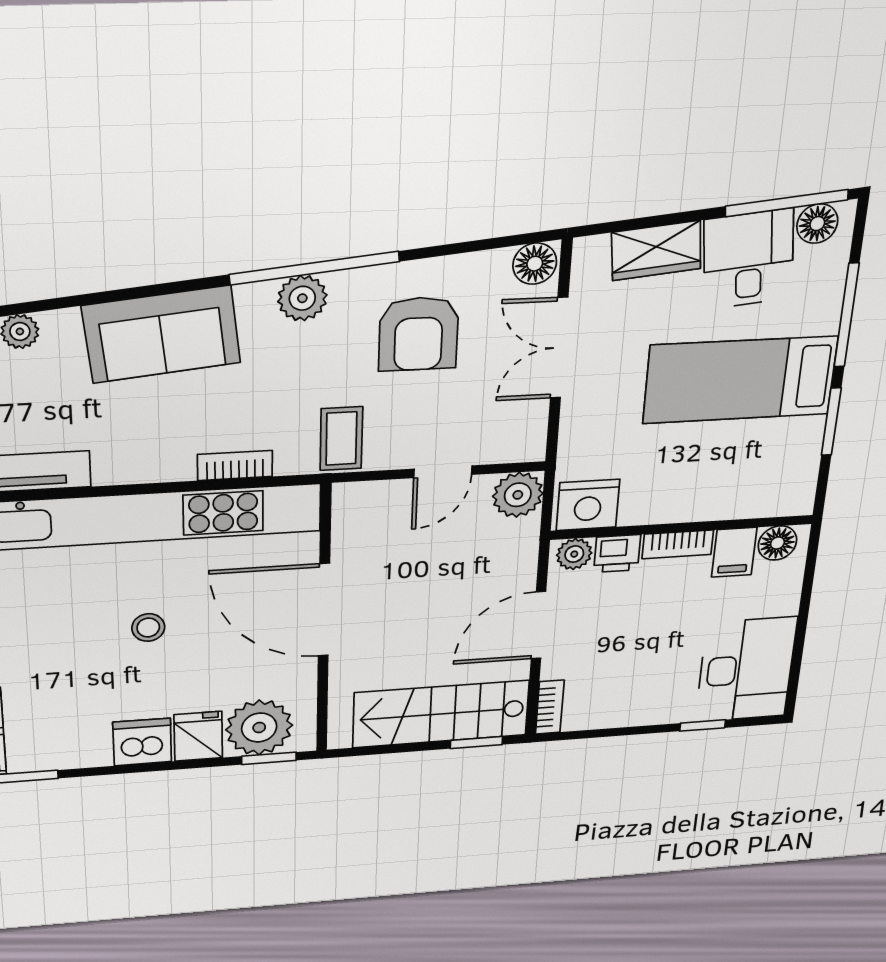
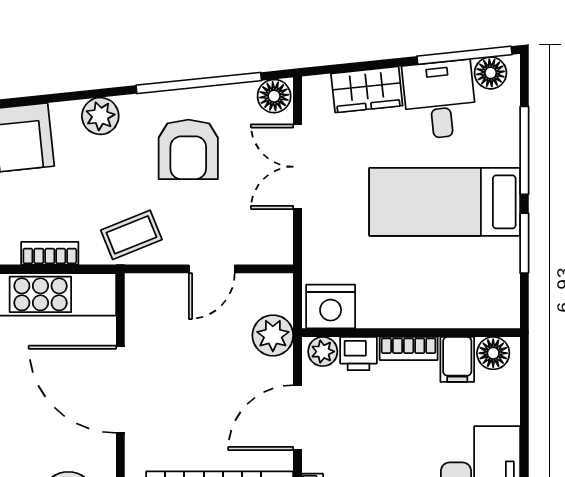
window: (315, 268) -> (199, 83), moved
coffee table: (341, 439) -> (131, 235), turned 68
plant: (518, 495) -> (273, 335), moved

